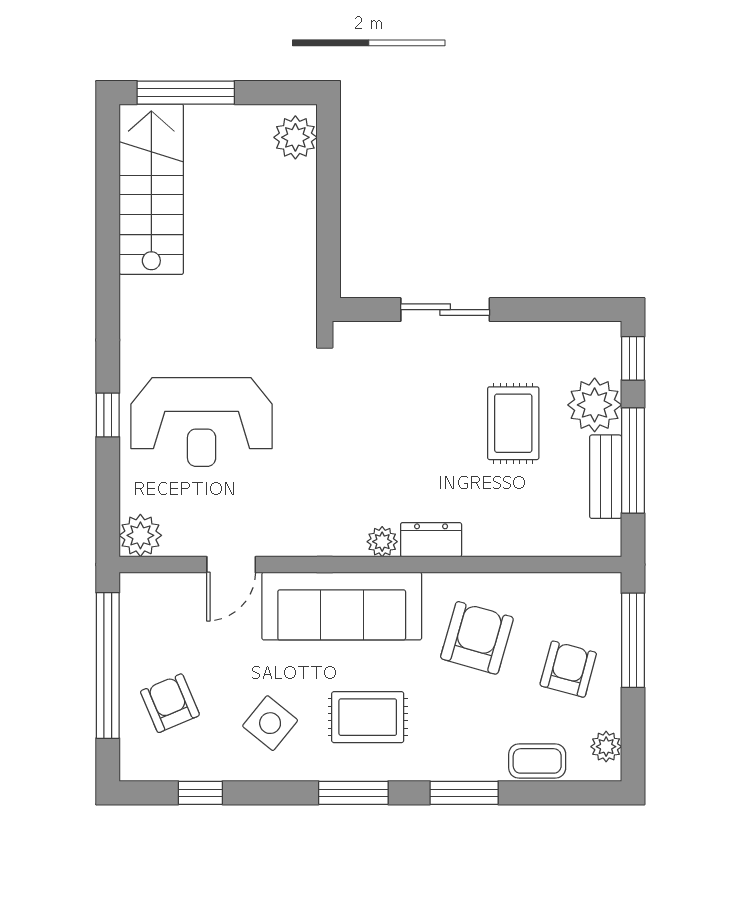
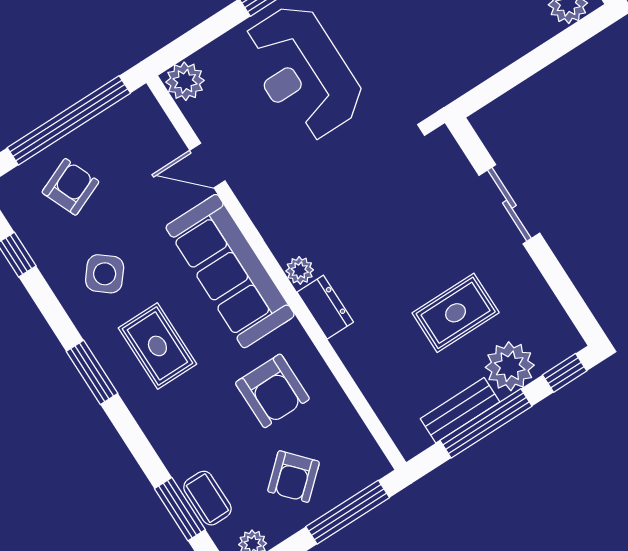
armchair: (477, 638) -> (272, 391), turned 74
armchair: (568, 669) -> (293, 477), turned 123
window: (464, 793) -> (180, 509), moved

